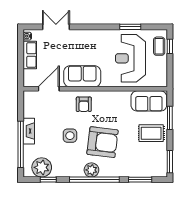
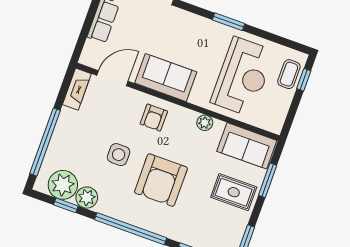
window: (130, 27) -> (229, 22), moved
reception desk: (130, 58) -> (243, 77), turned 180
plant: (117, 96) -> (205, 123), added
fireplace: (29, 131) -> (77, 89), moved
armchair: (102, 142) -> (161, 180), turned 83
plant: (91, 170) -> (87, 198), moved

